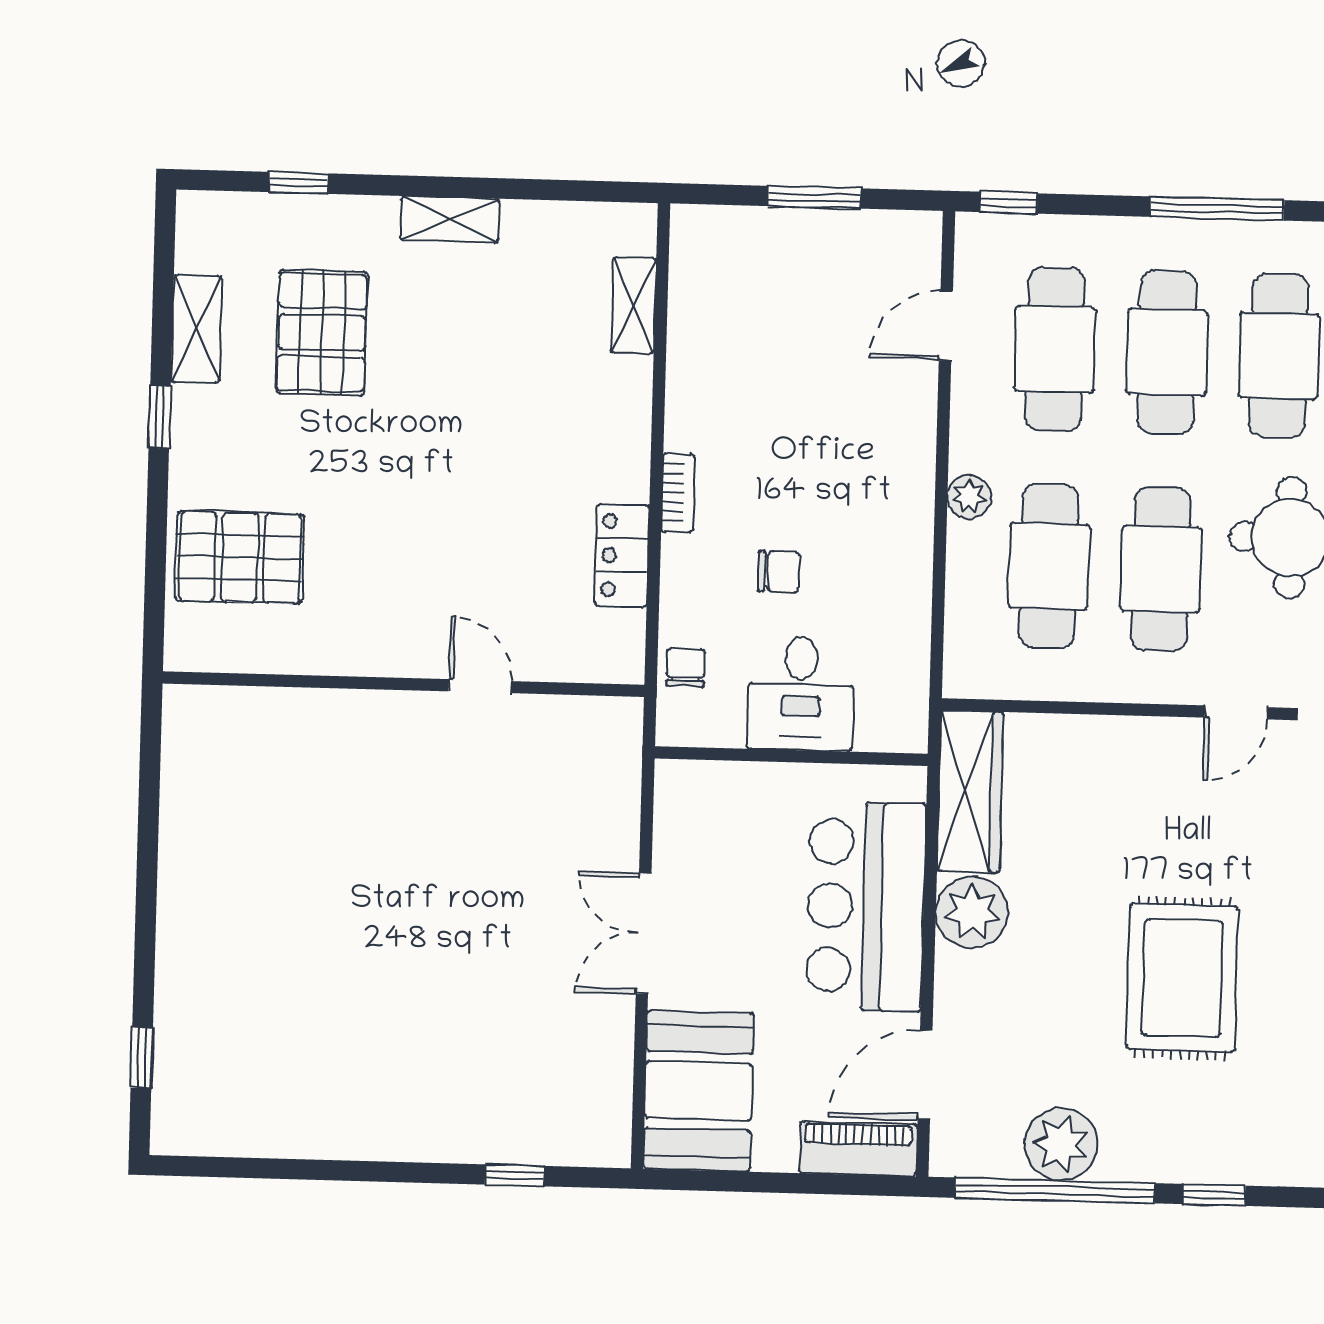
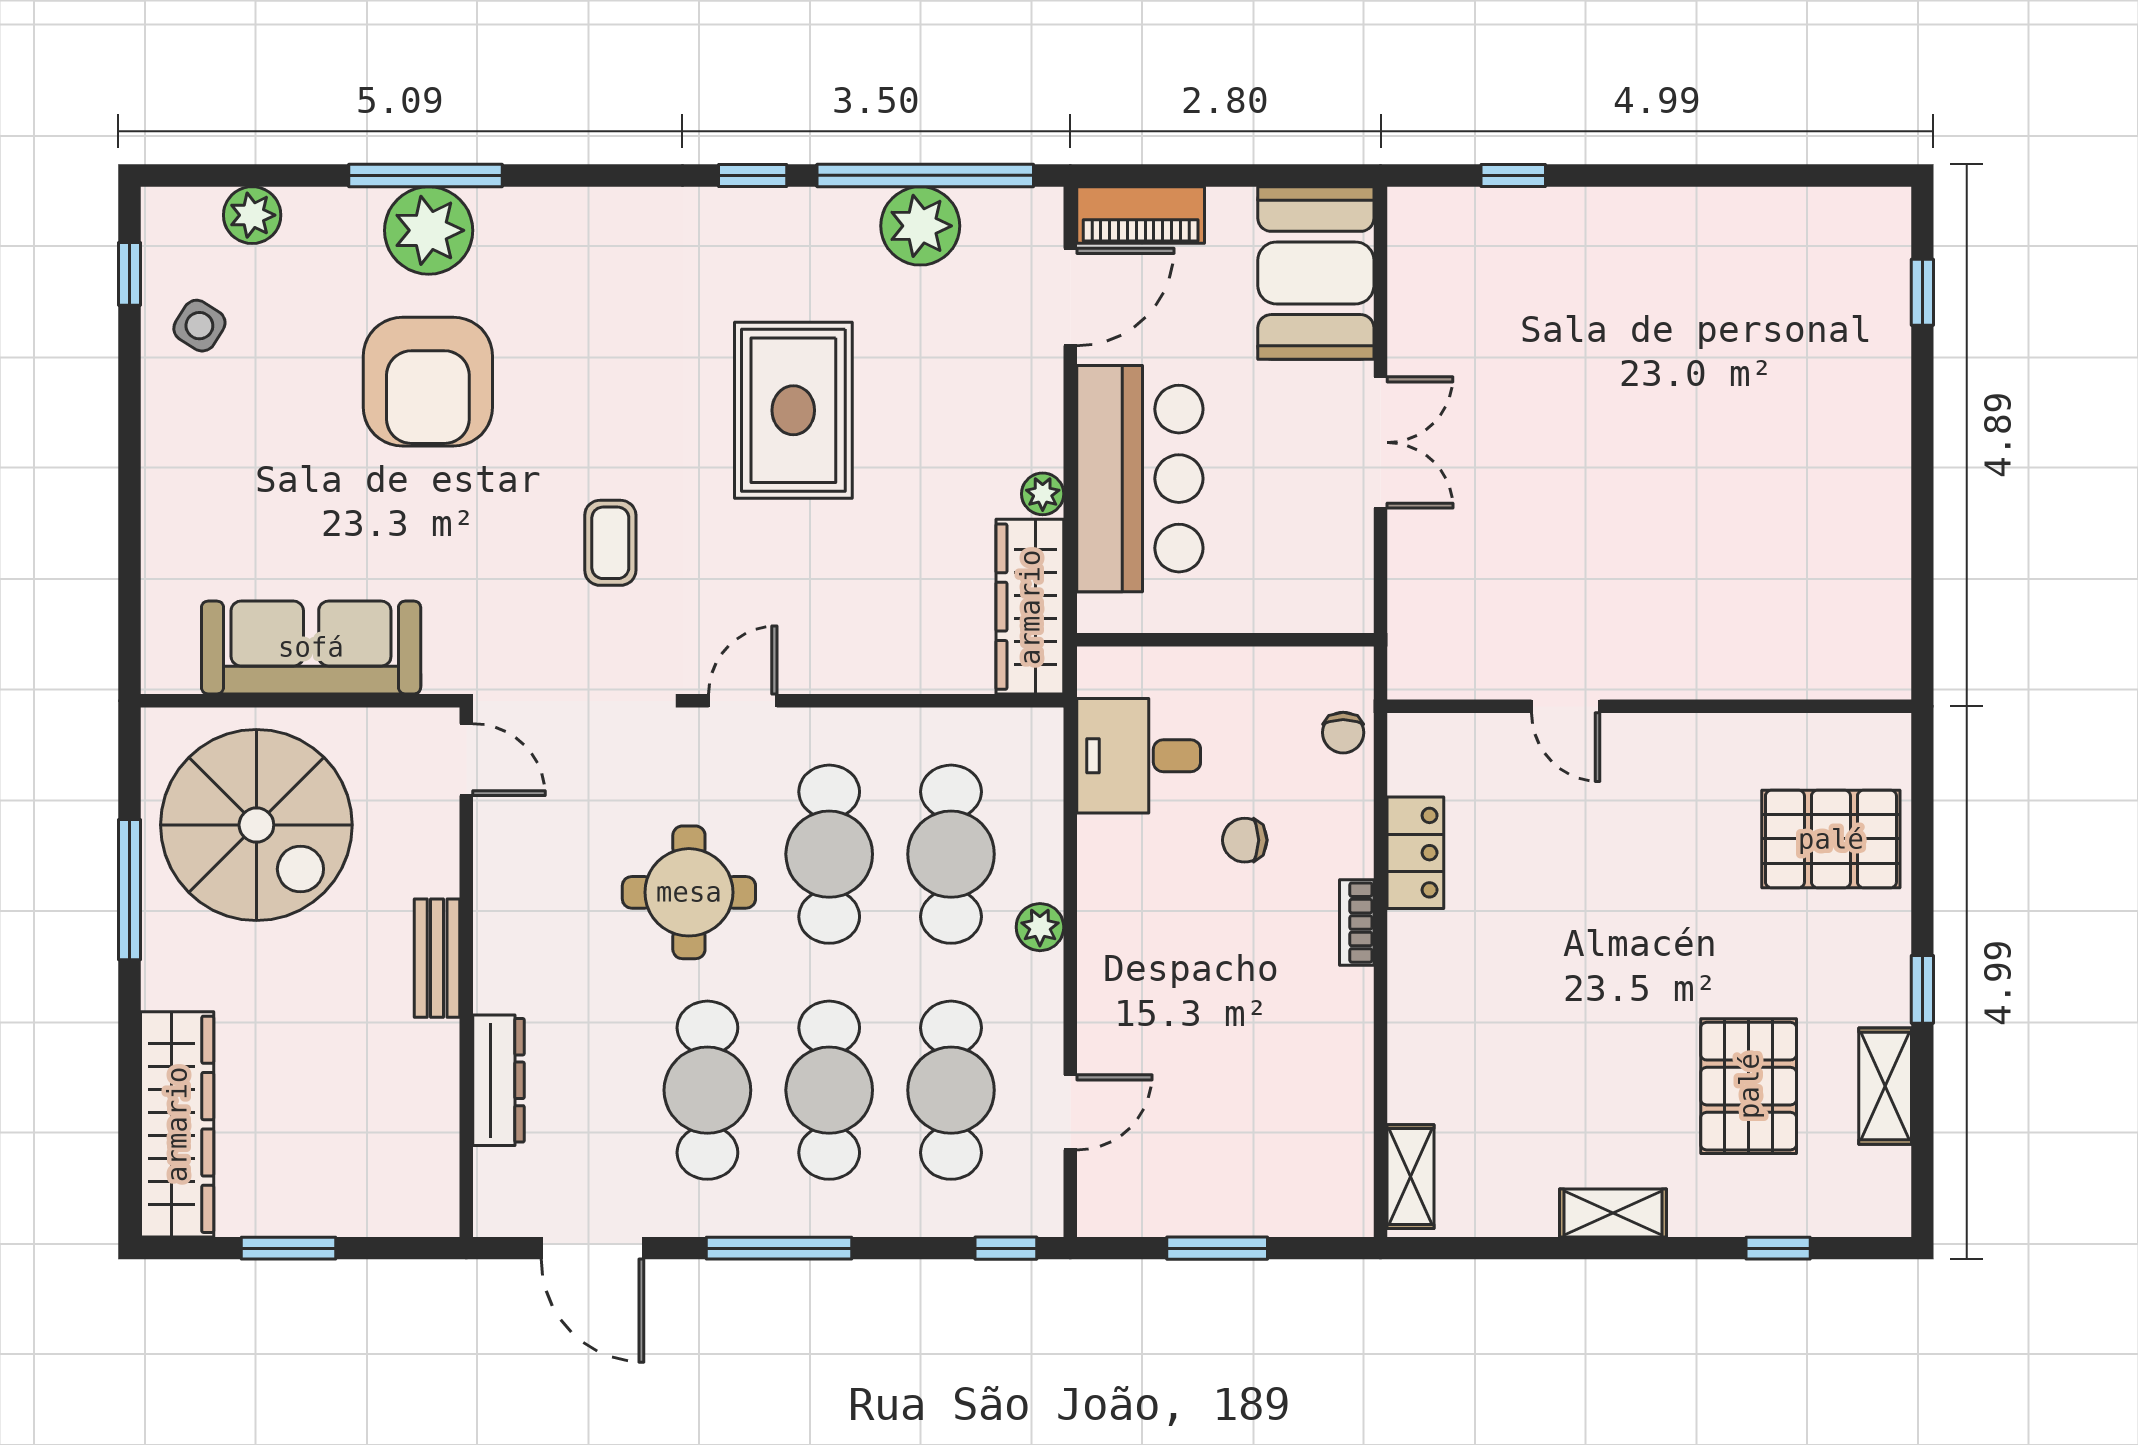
shelving: (633, 305) -> (1411, 1177), moved
desk: (801, 693) -> (1139, 756), moved, turned -90
plant: (972, 912) -> (1043, 494), width x0.53, depth x0.53

